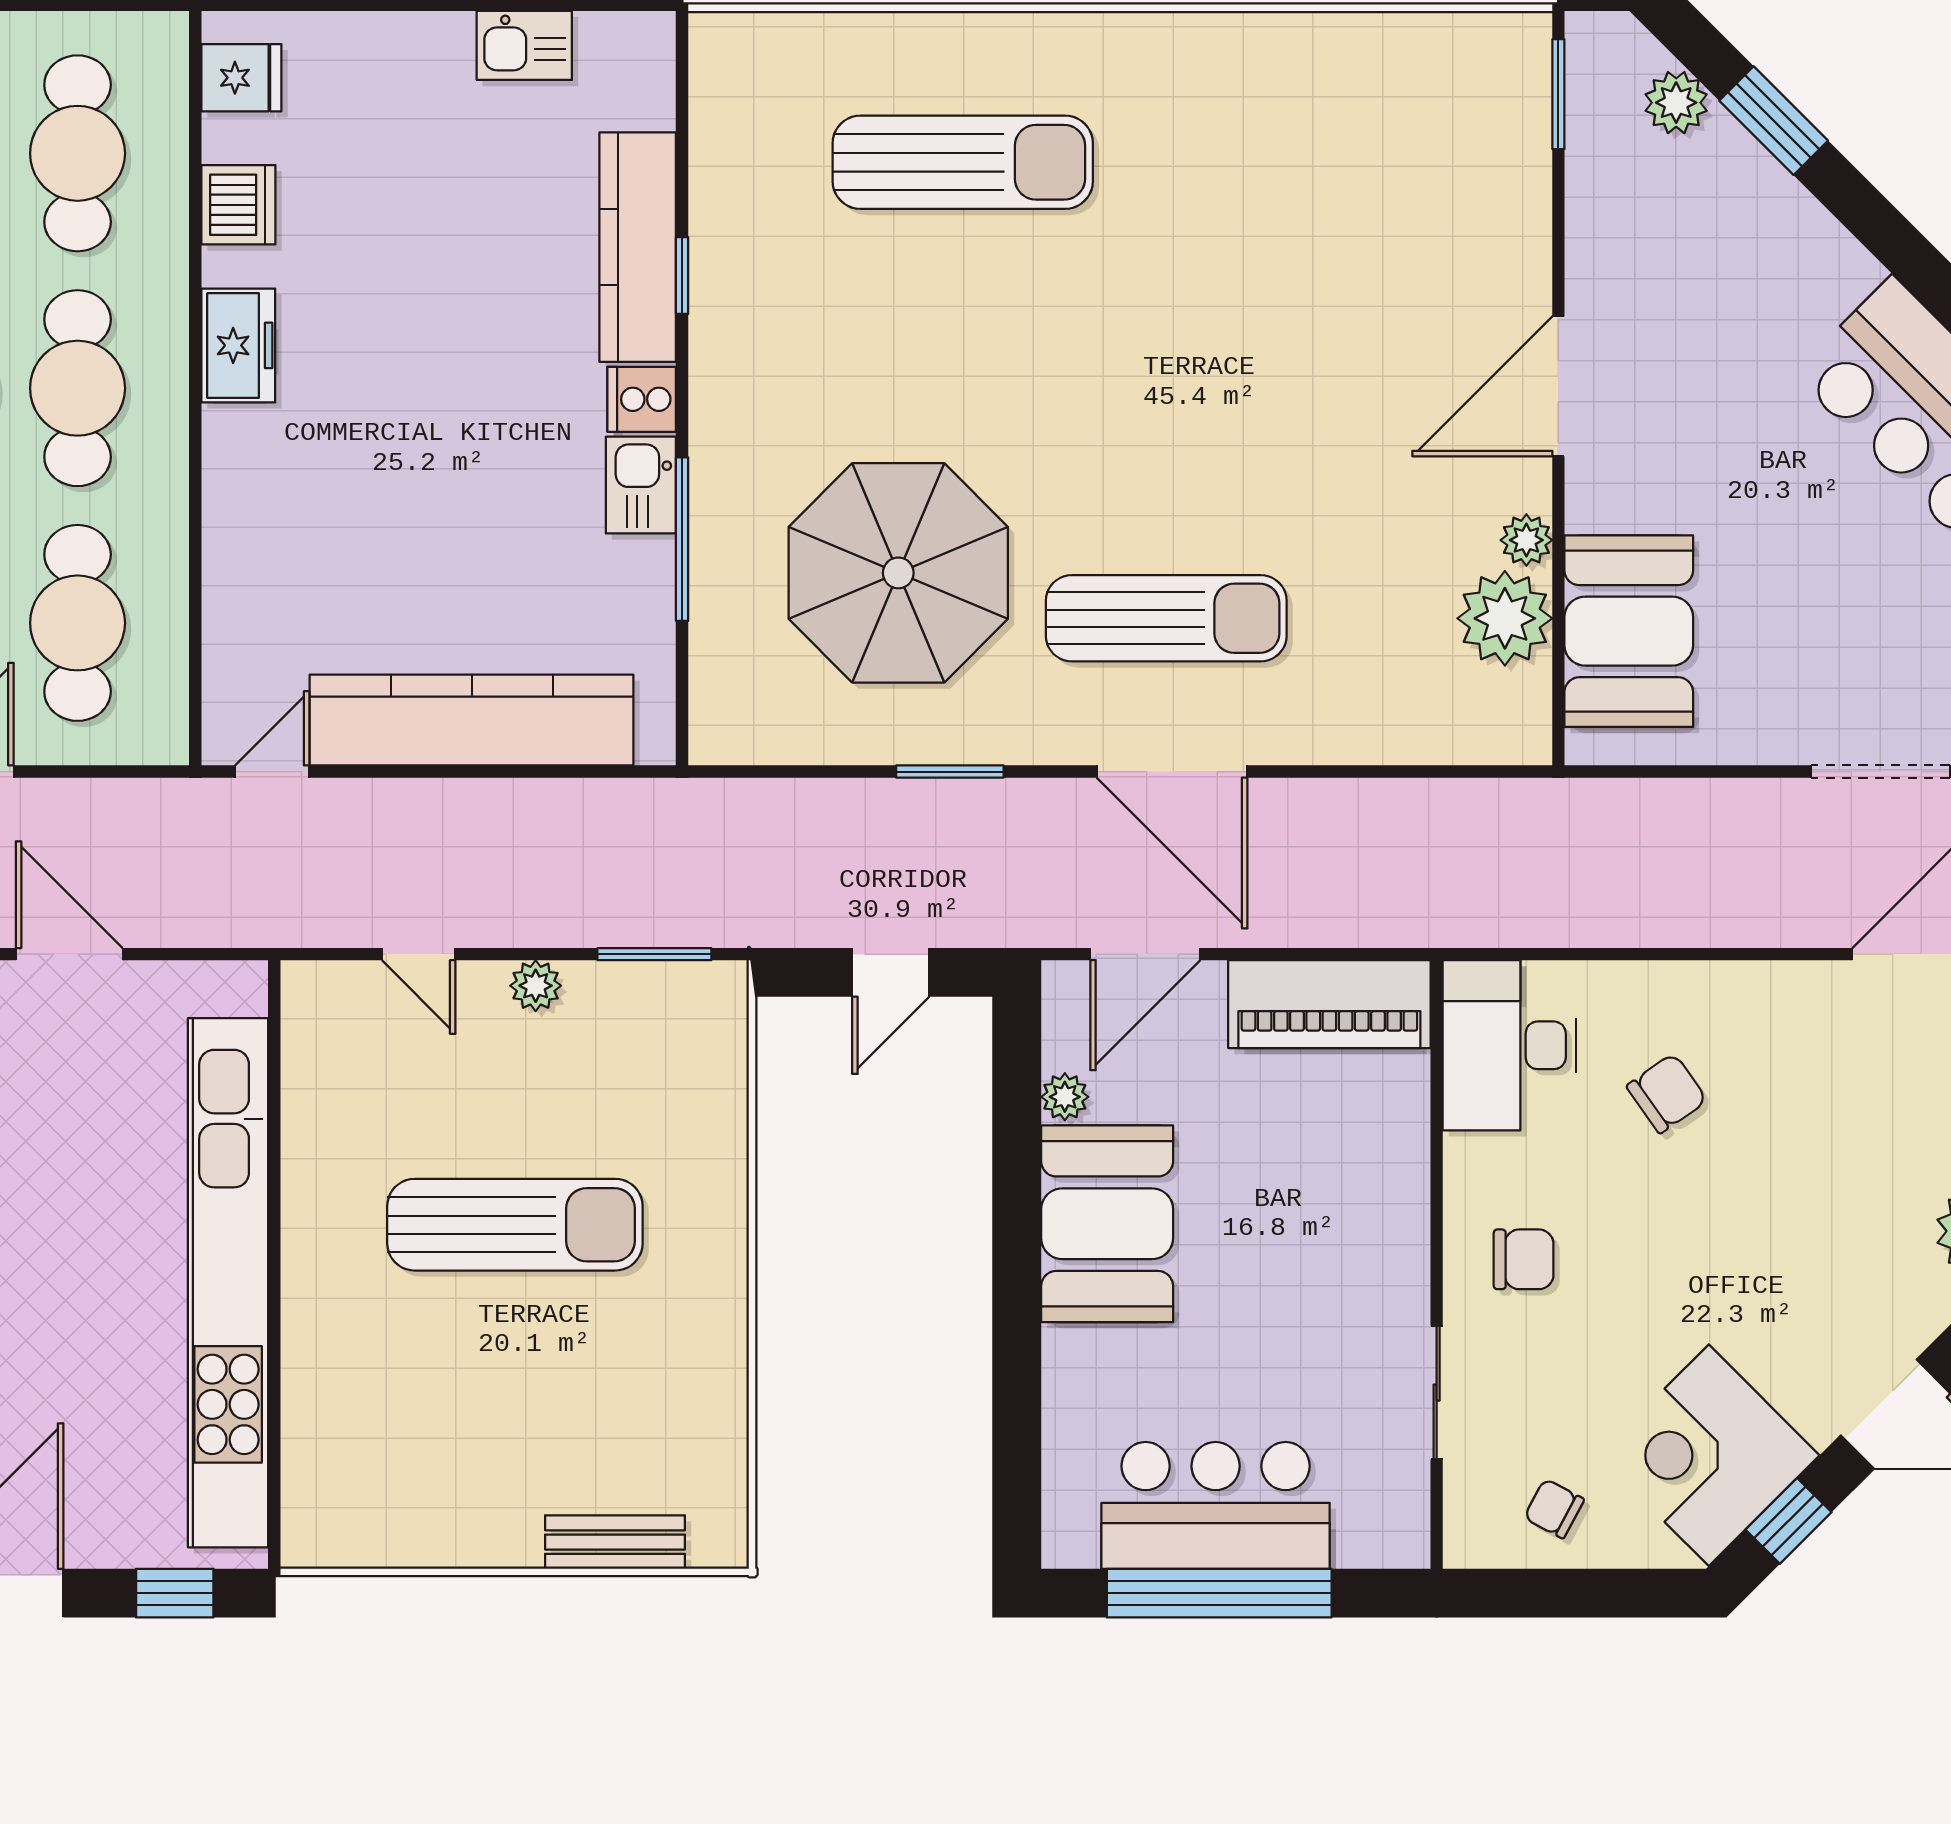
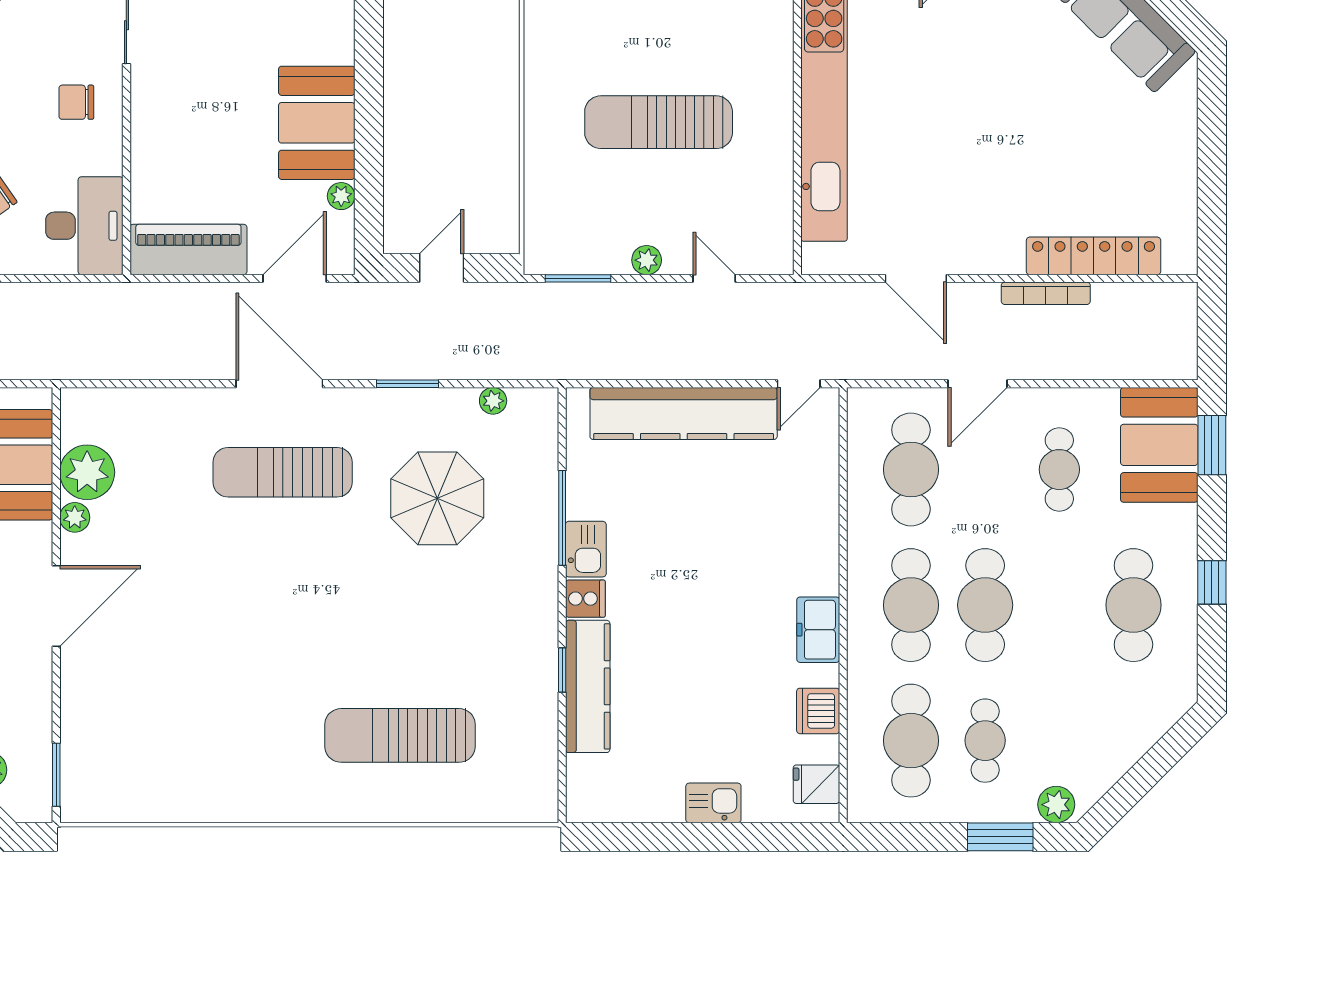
kitchen sink: (524, 45) -> (713, 803), moved
parasol: (898, 573) -> (437, 498), width x0.73, depth x0.73
plant: (802, 742) -> (493, 401), added

